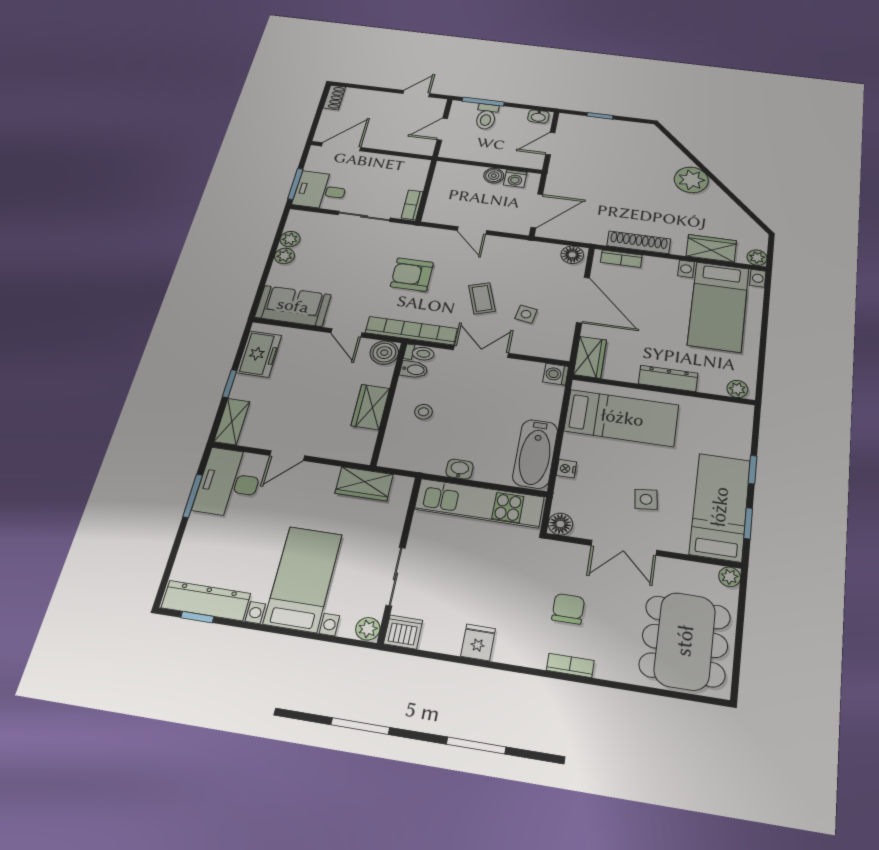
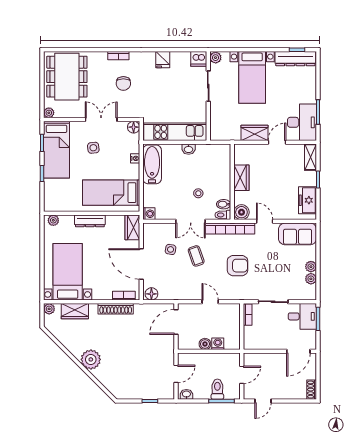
washing machine: (515, 179) -> (218, 344), moved
stool: (423, 412) -> (198, 193), moved
wardrobe: (364, 484) -> (255, 133), moved

